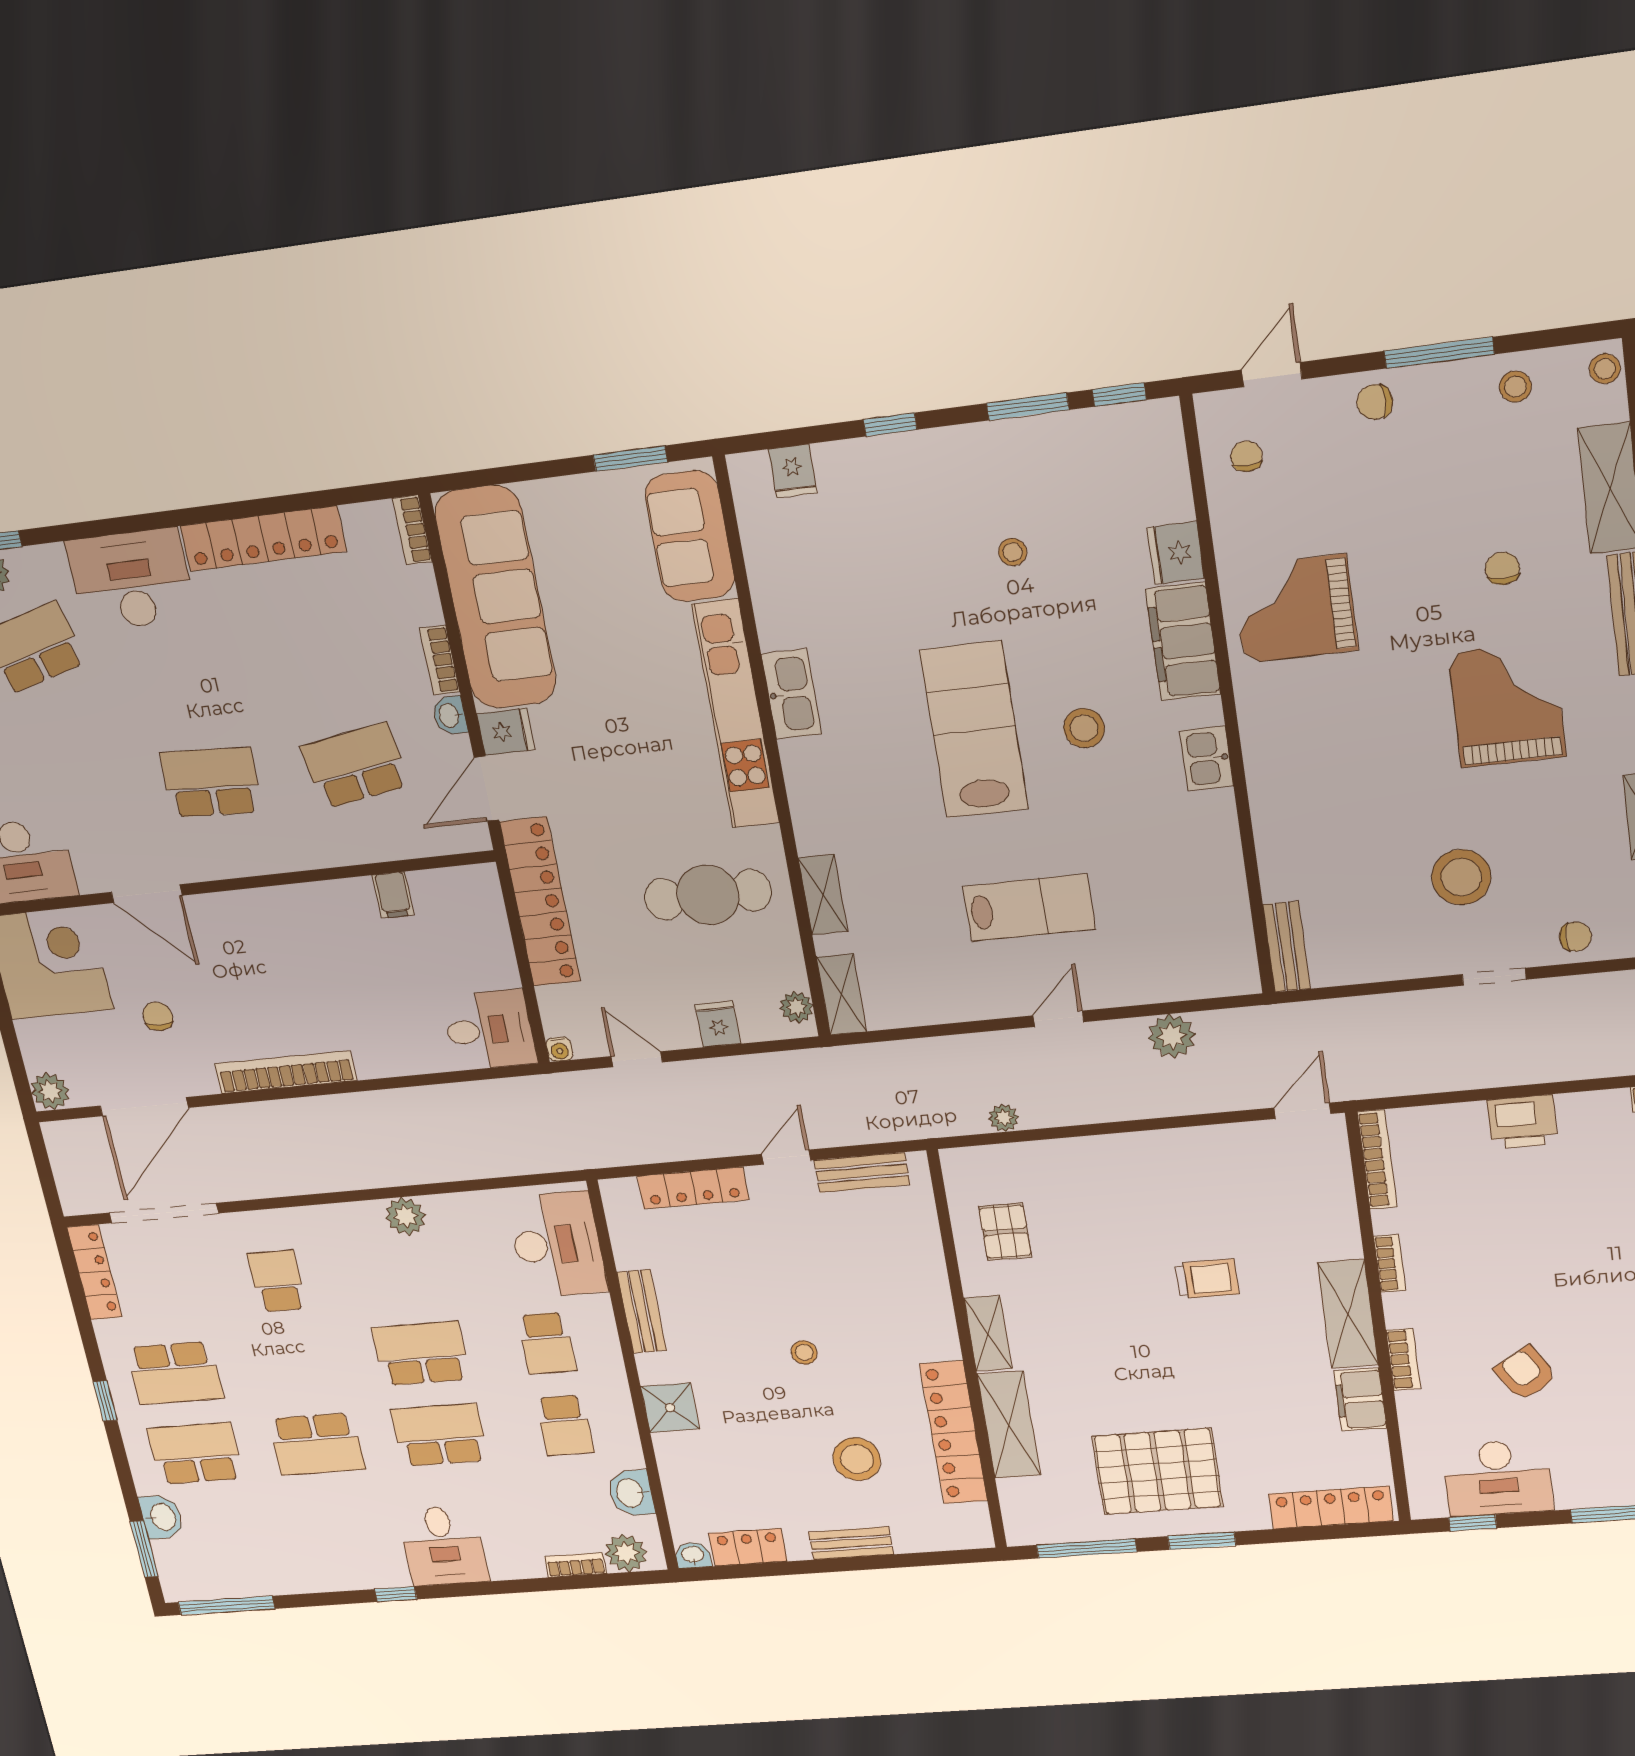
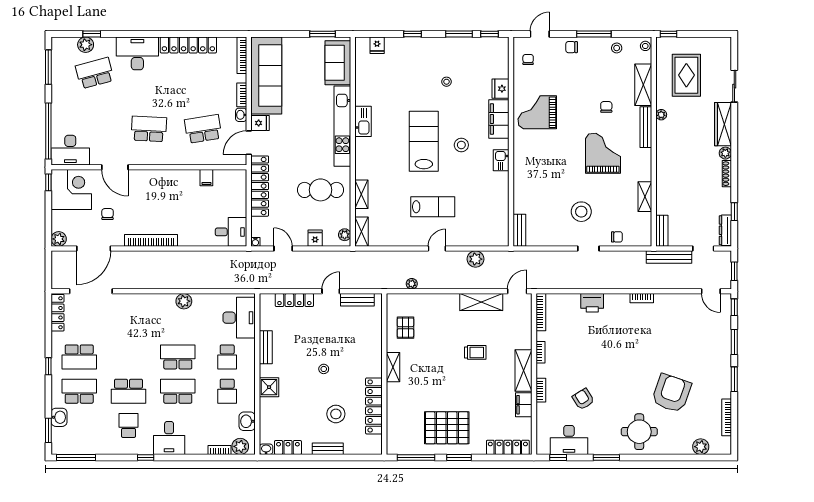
bookcase: (412, 530) -> (242, 55), width x1.56
school desk: (277, 1281) -> (129, 425), moved
shelving: (1009, 1425) -> (481, 302), moved, turned 90

